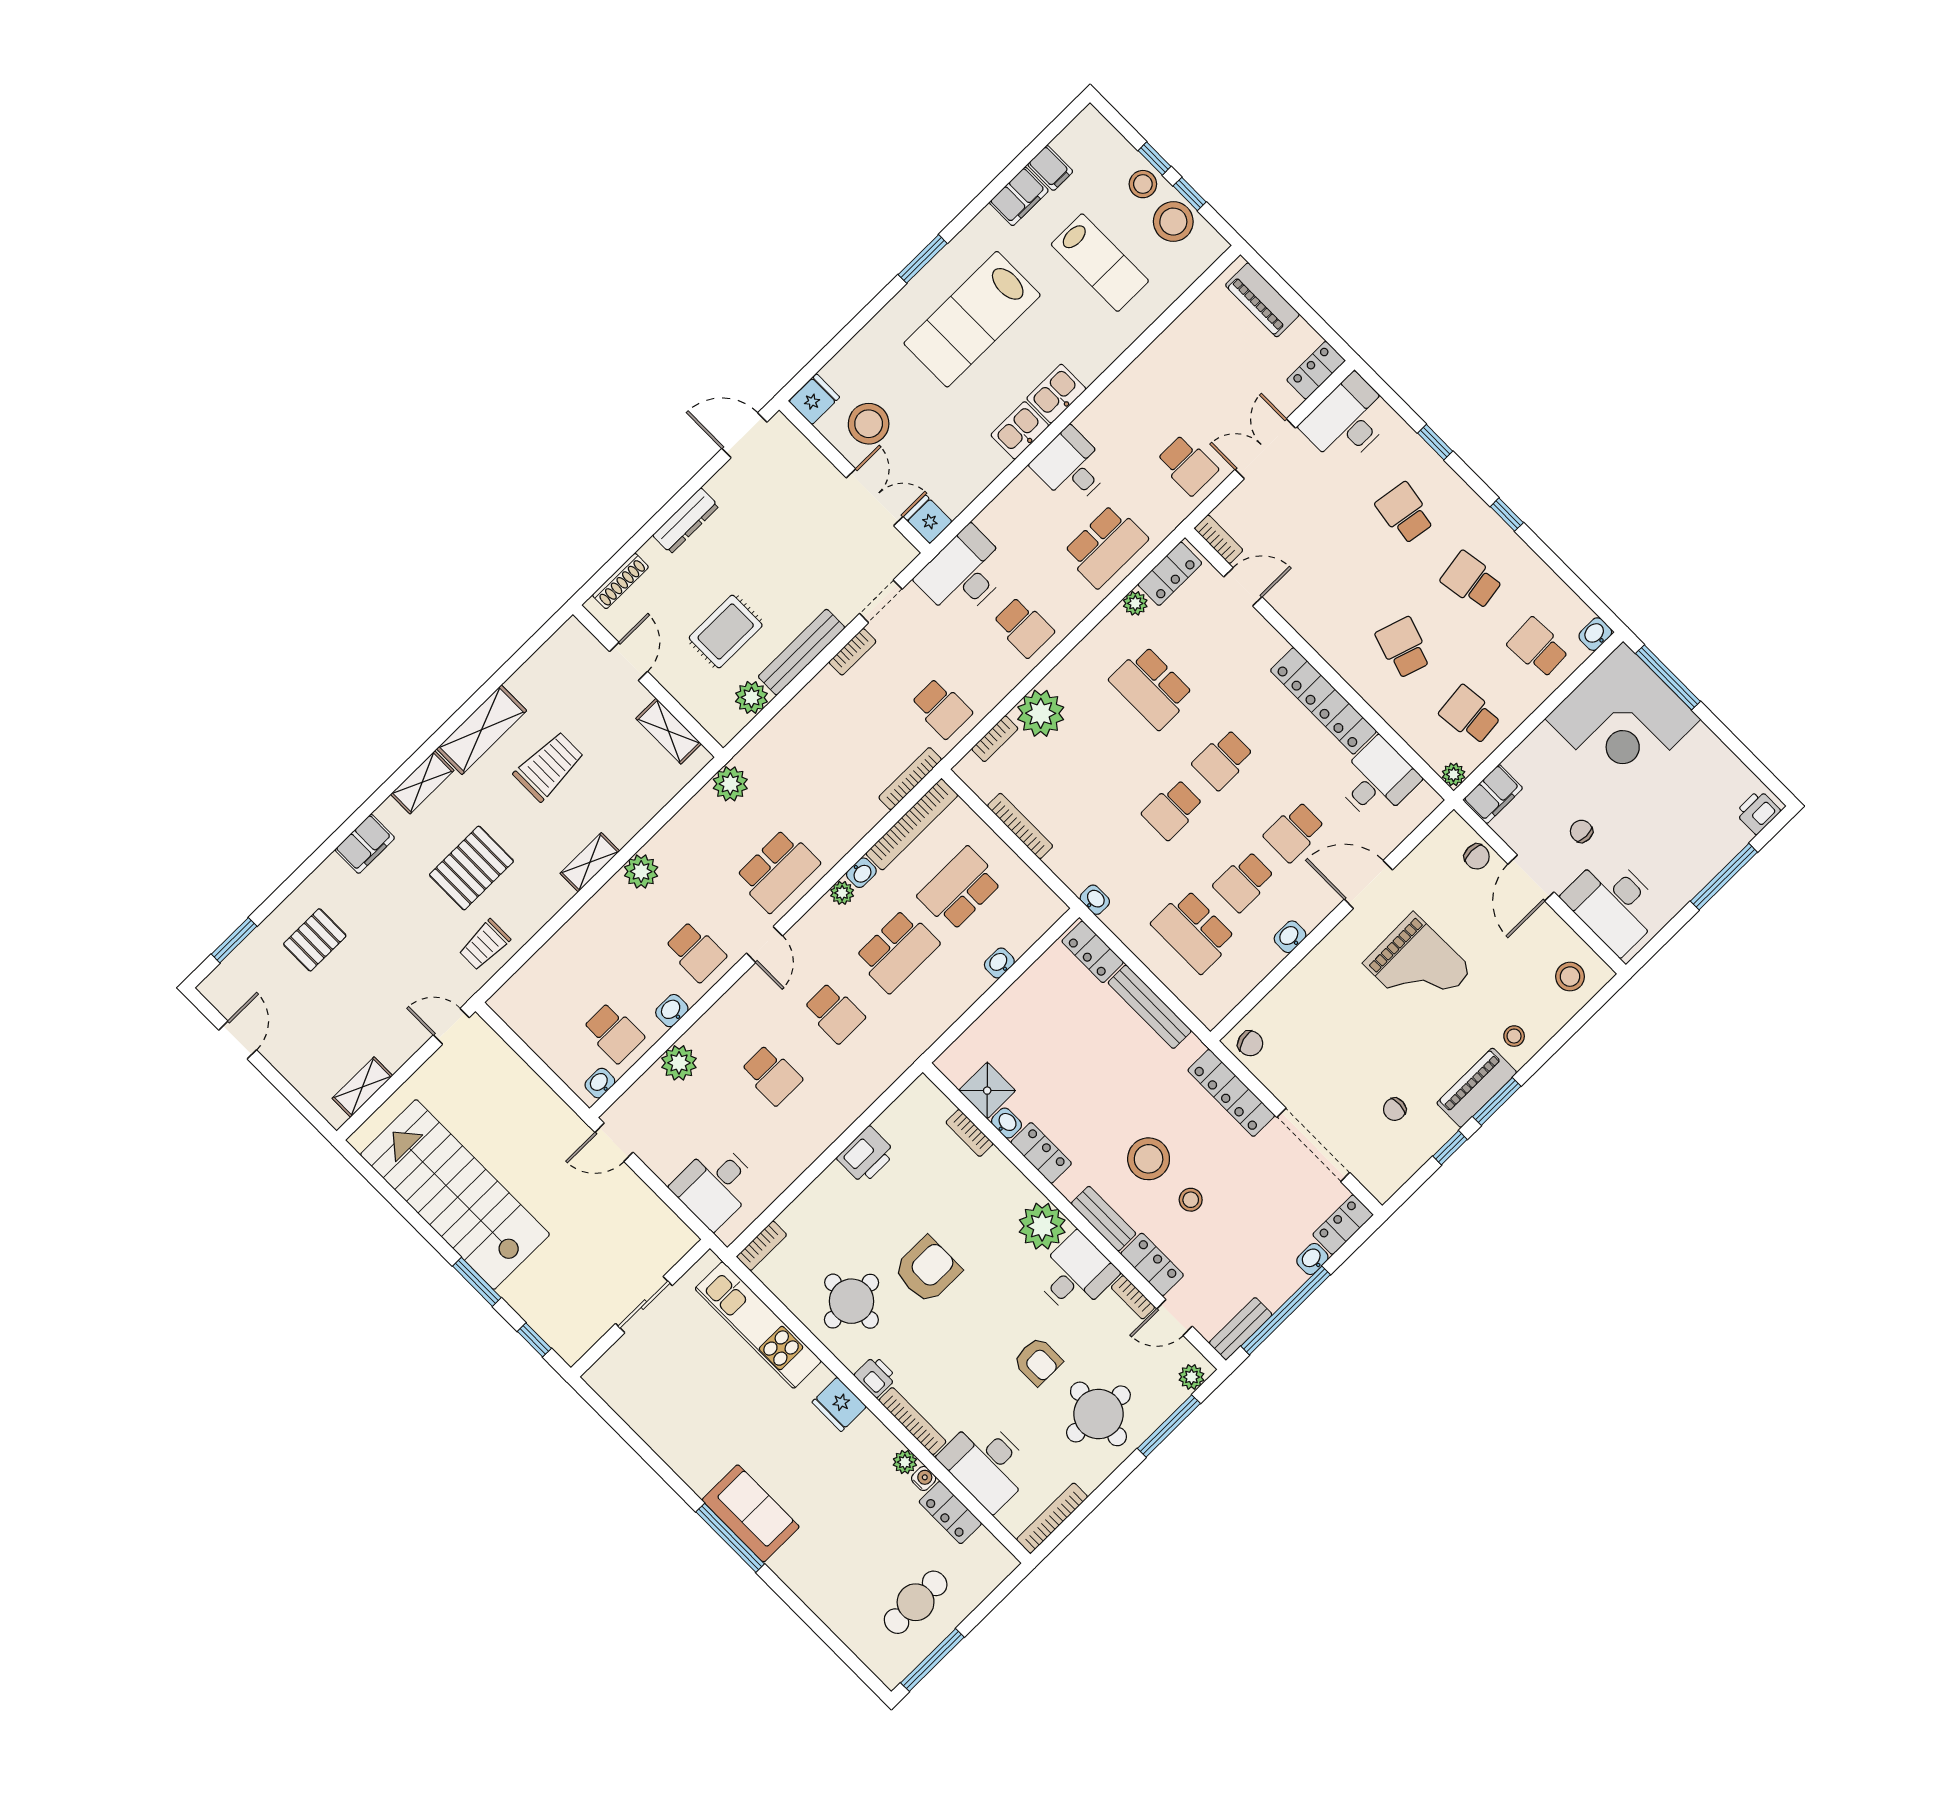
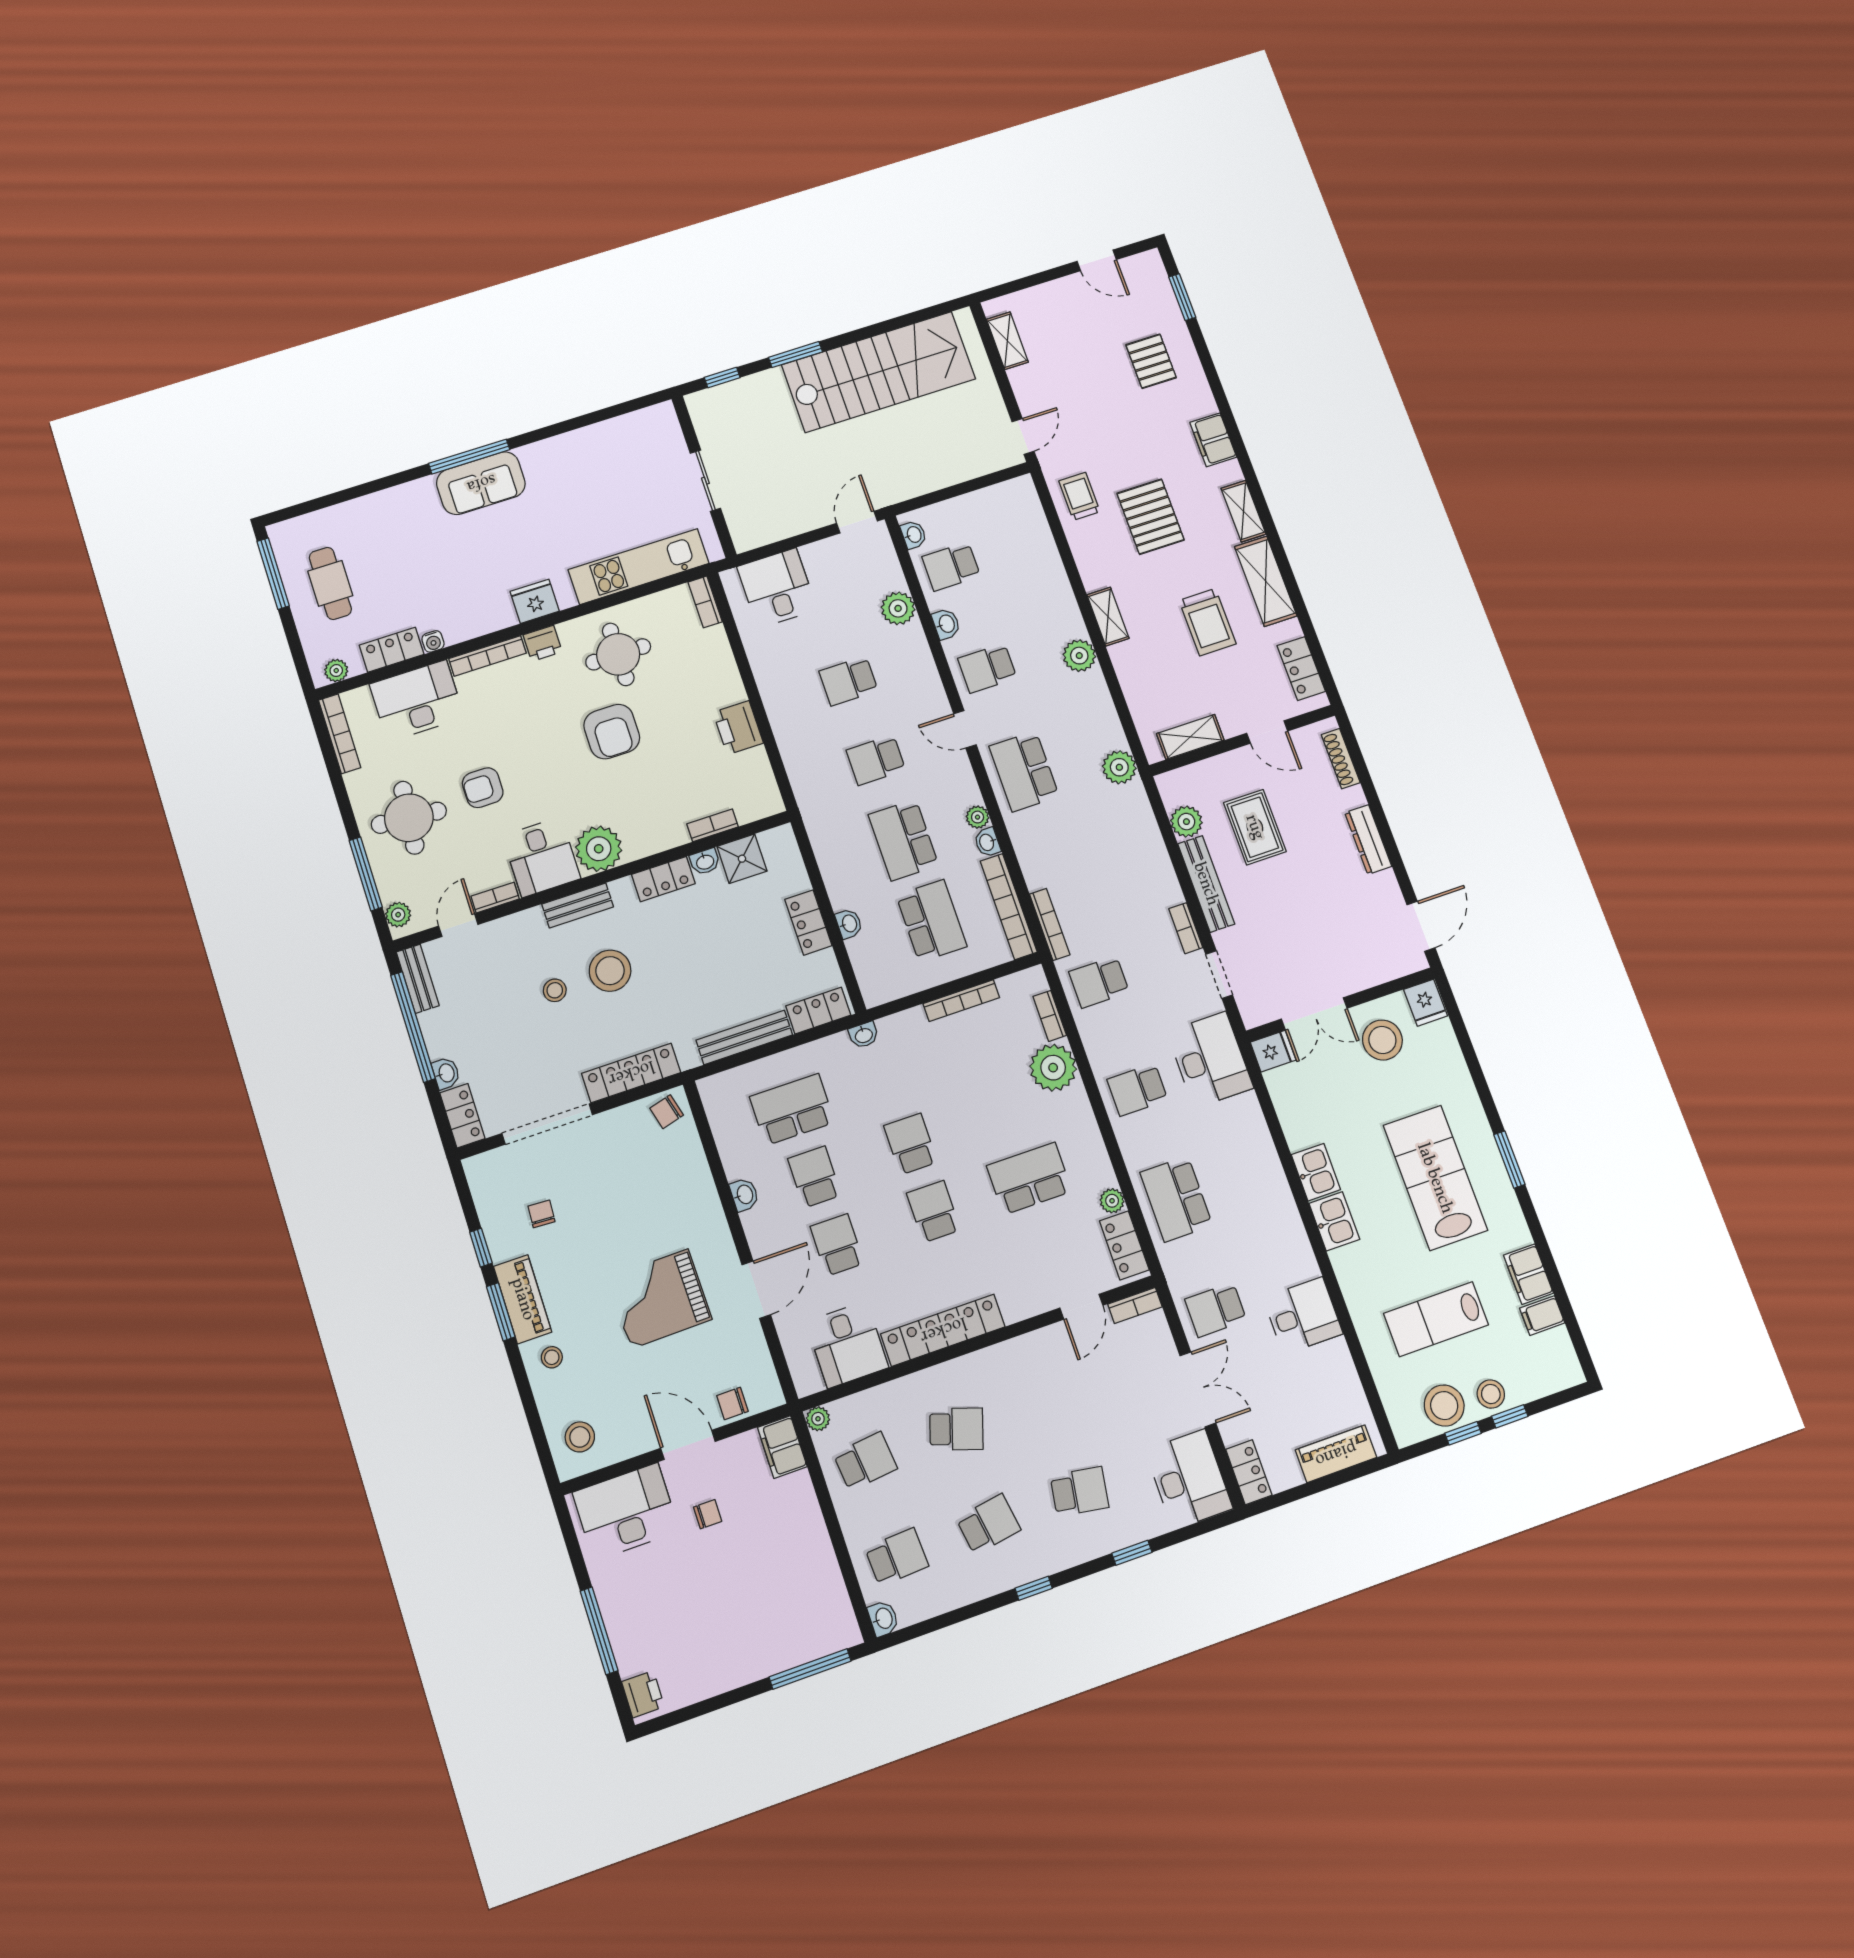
desk: (1071, 467) -> (1303, 1316), moved
locker: (551, 657) -> (1301, 669), added
corner desk: (1623, 719) -> (792, 1606), removed
locker: (1152, 1264) -> (808, 922), moved, turned 90
plant: (905, 1462) -> (336, 671), moved

